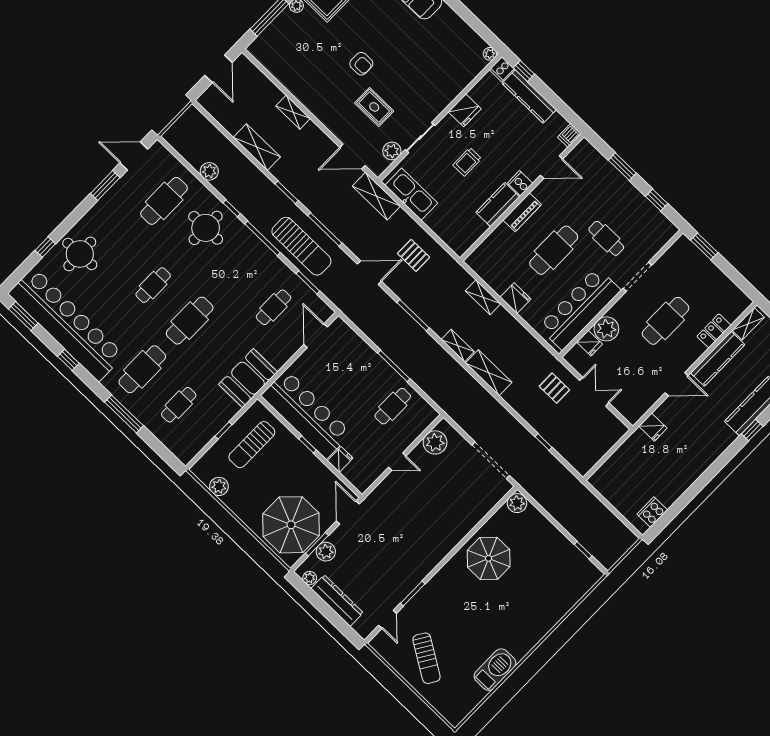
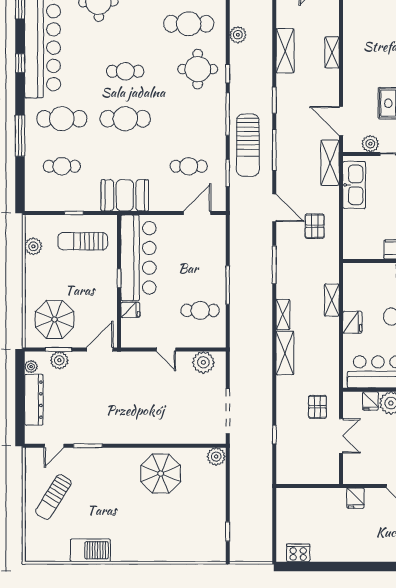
parasol: (291, 525) -> (55, 319), width x0.73, depth x0.73

